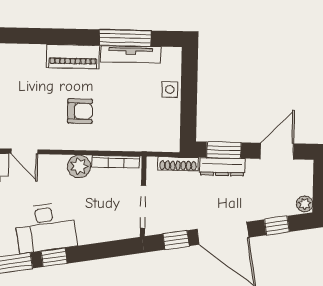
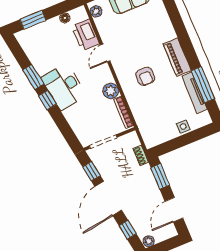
door: (277, 151) -> (174, 210), swing flipped
shoe rack: (178, 164) -> (141, 155), width x0.70
dresser: (222, 167) -> (149, 180), removed

